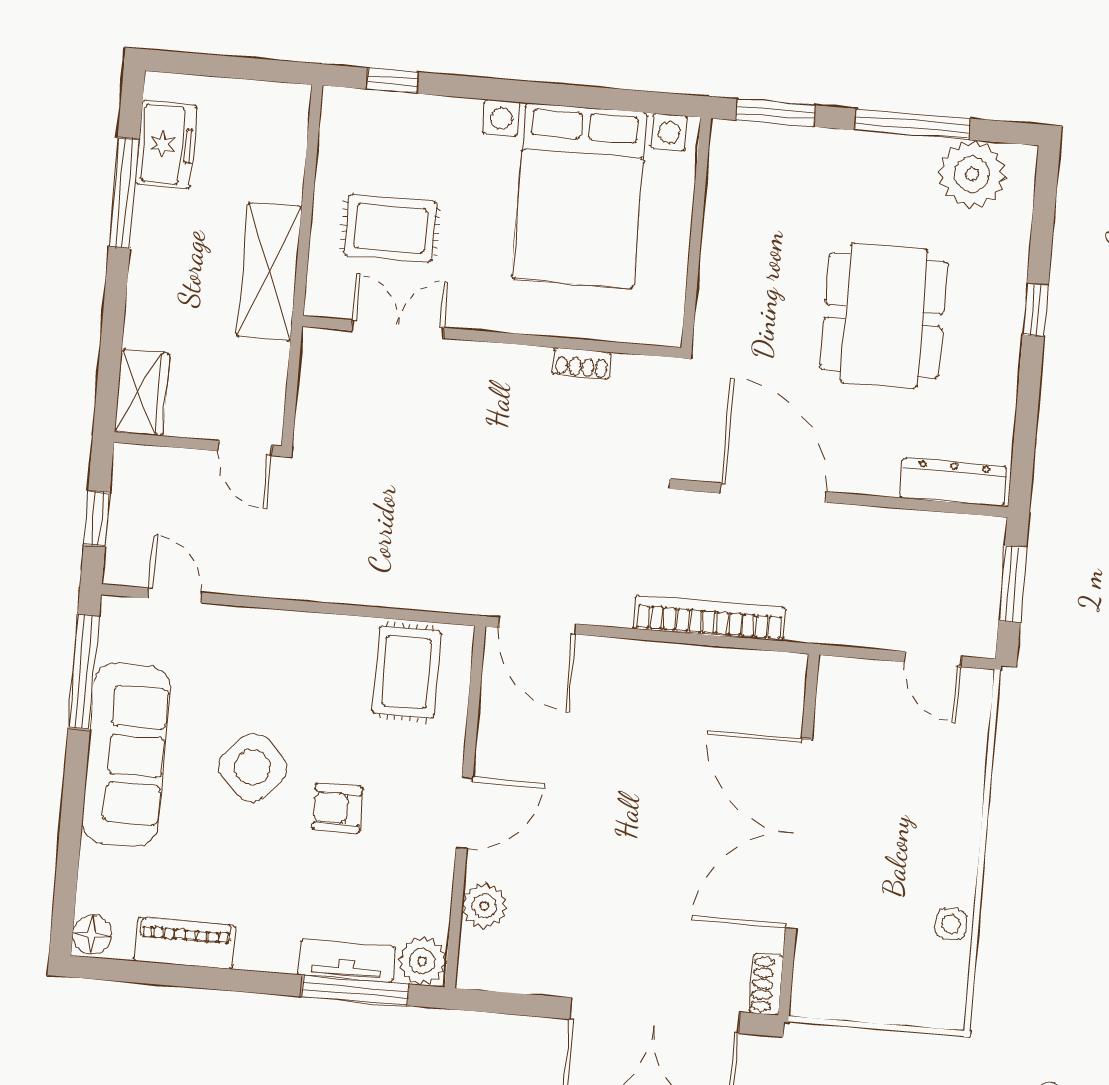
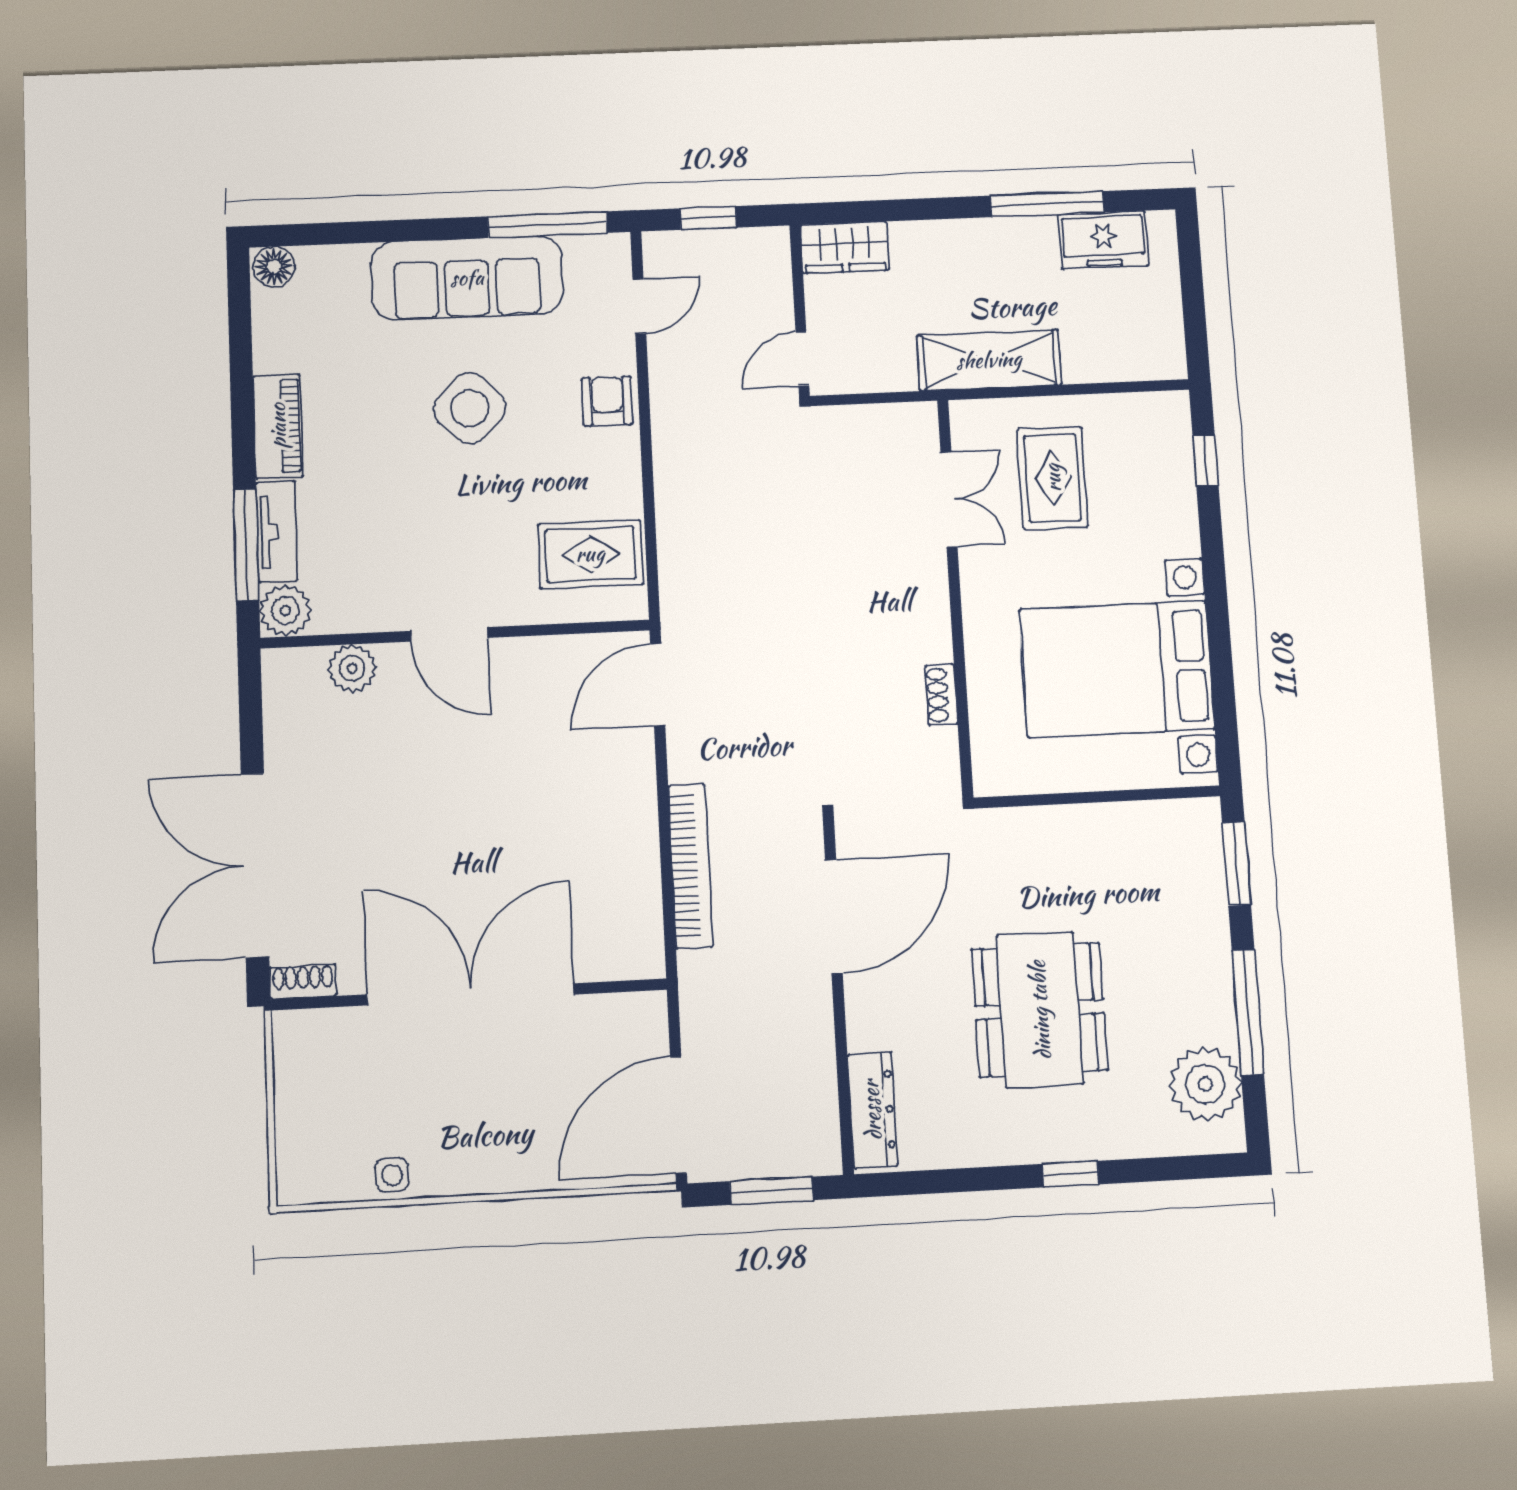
dining table: (884, 316) -> (1040, 1010), turned 90
door: (933, 659) -> (678, 1115), width x1.87
armchair: (337, 808) -> (607, 401), moved
piano: (185, 943) -> (278, 426), moved

